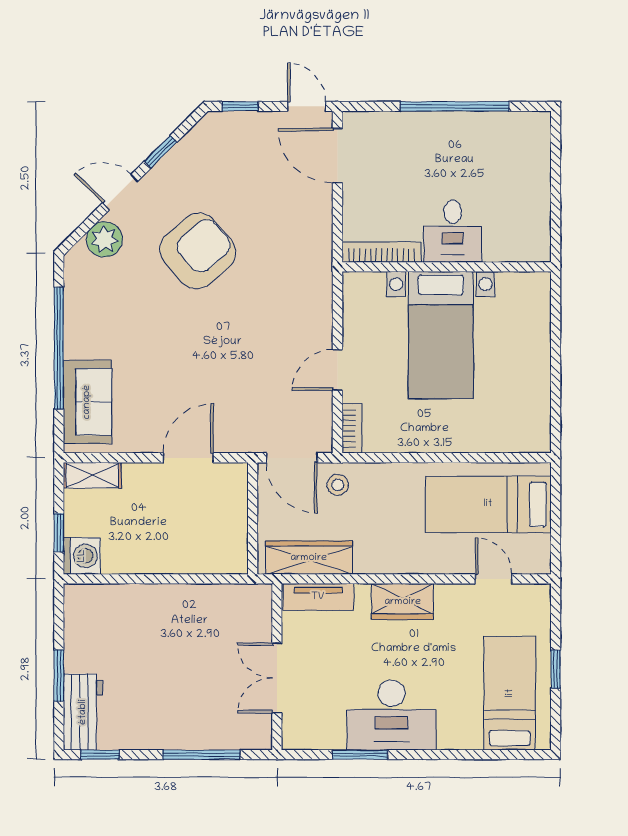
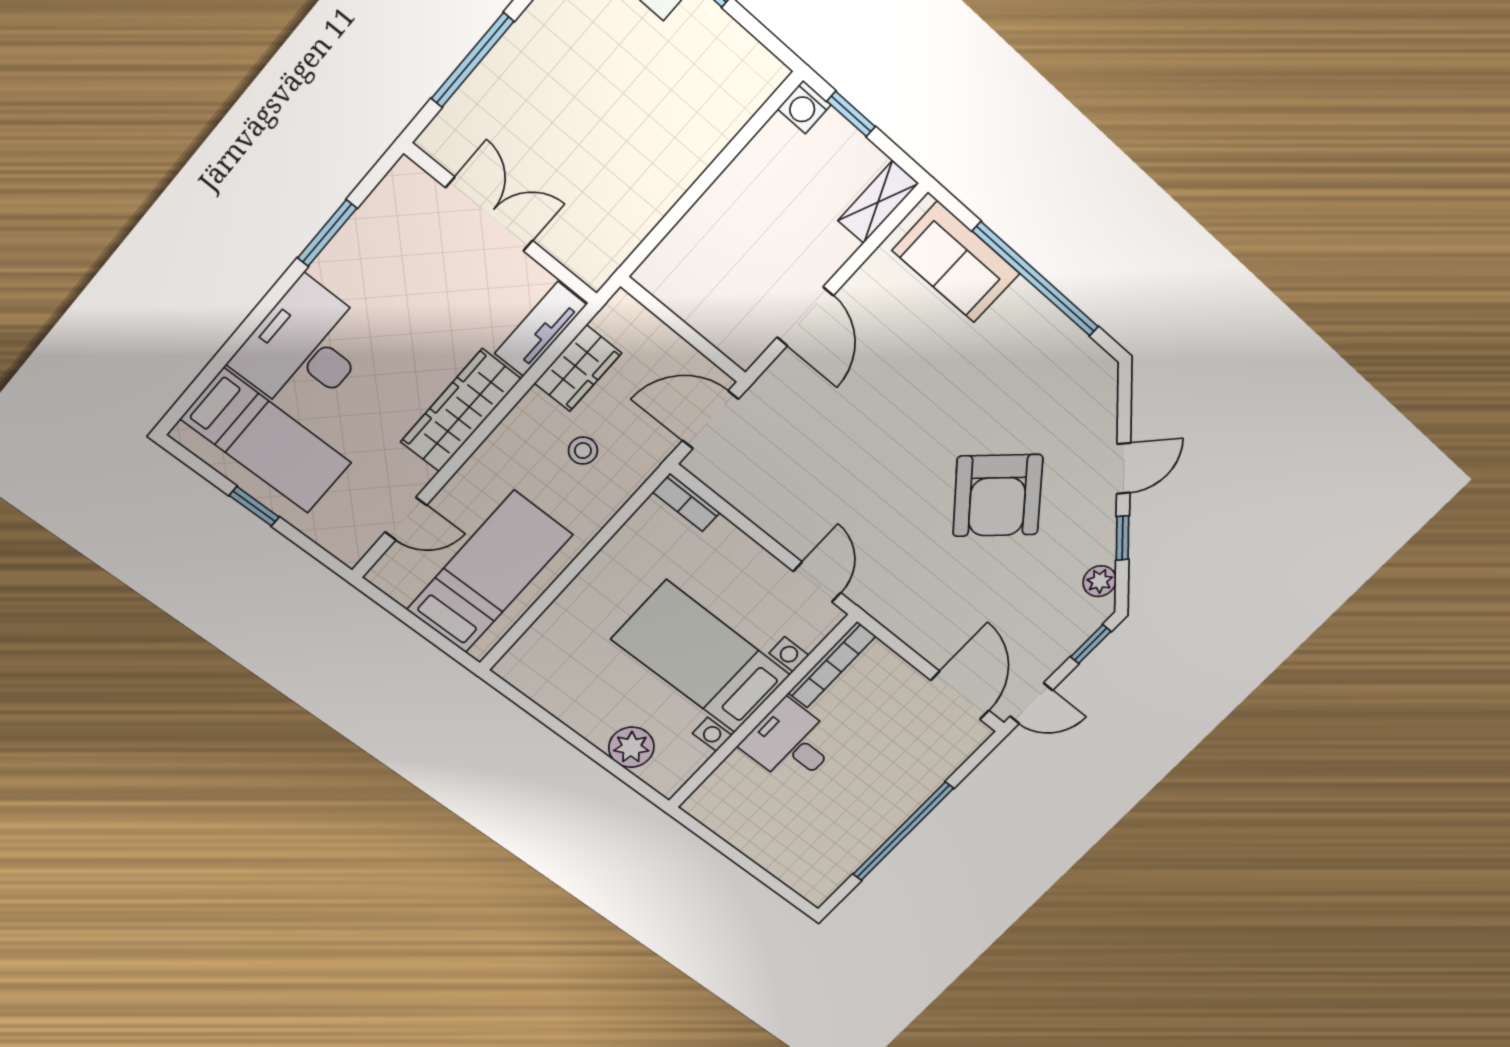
door: (337, 156) -> (960, 695), hinge flipped
plant: (104, 239) -> (1100, 581), moved, width x0.73, depth x0.73
plant: (534, 326) -> (631, 747), added
door: (337, 370) -> (817, 582), moved
stool: (338, 485) -> (583, 451), moved
washing machine: (82, 556) -> (804, 107), width x0.73, depth x0.73
wardrobe: (309, 558) -> (578, 368), width x0.67
wardrobe: (403, 602) -> (461, 410), width x1.50
desk: (391, 715) -> (304, 349), moved

